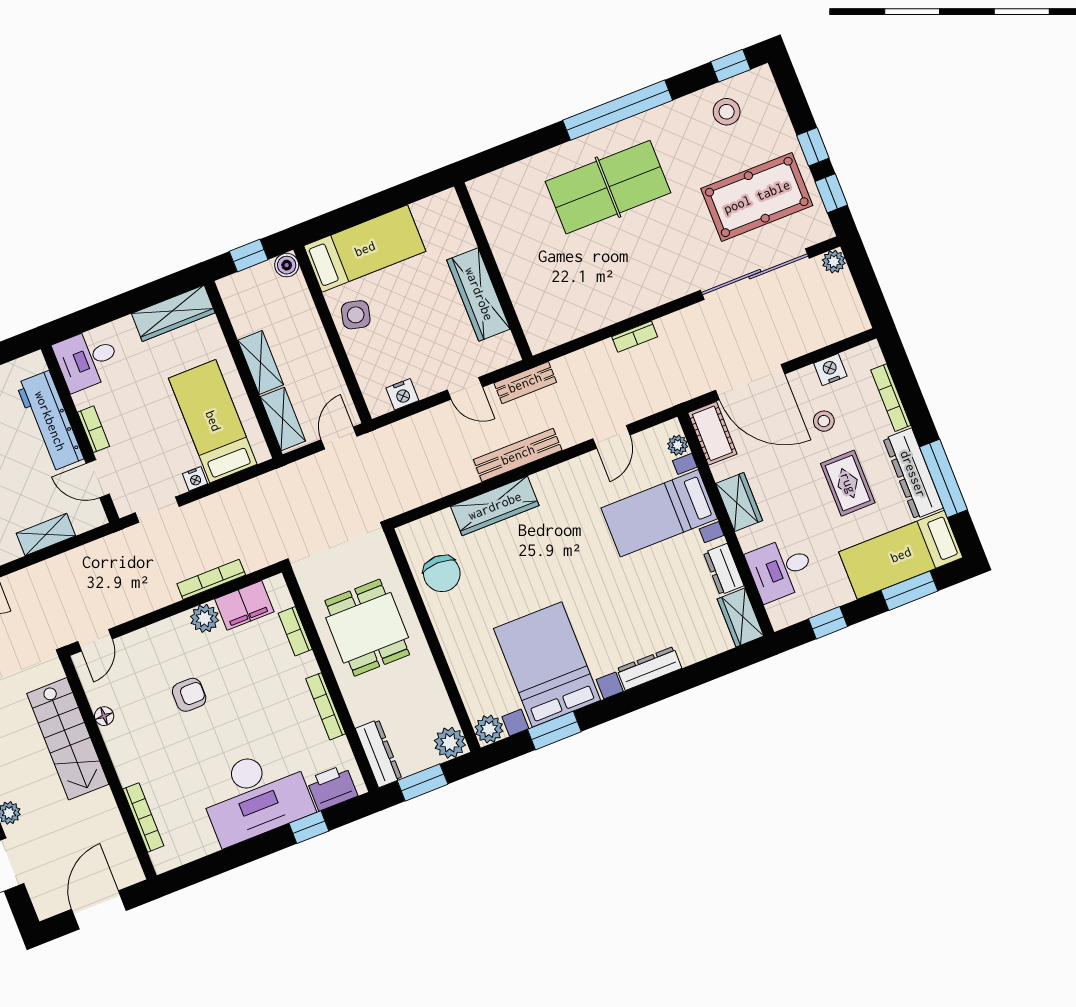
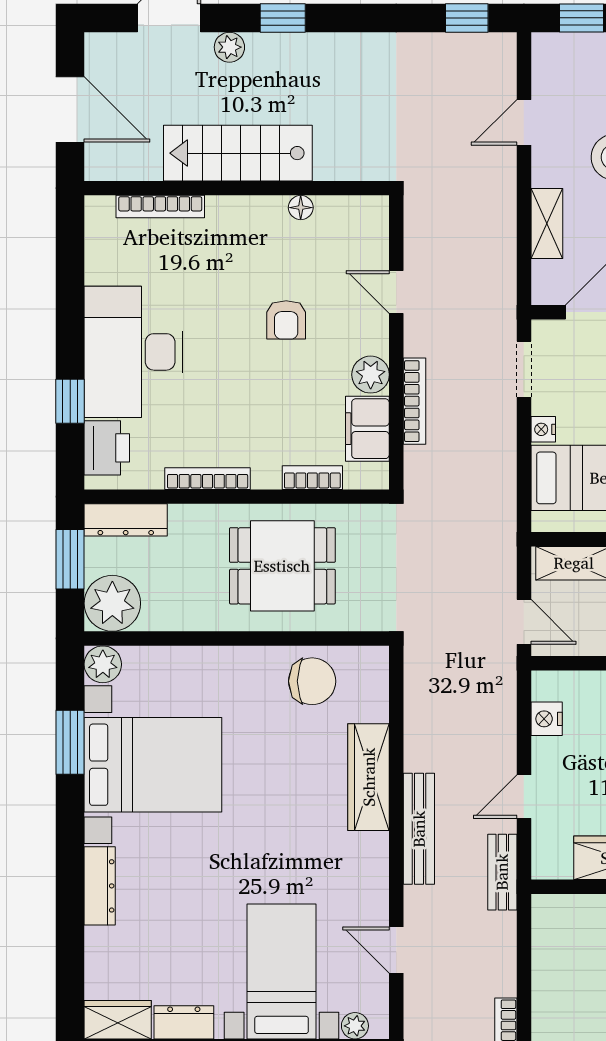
chair: (442, 574) -> (312, 681), turned 180
door: (95, 640) -> (396, 292), moved
stairs: (68, 739) -> (238, 153), moved
plant: (450, 743) -> (112, 603), width x1.36, depth x1.36

